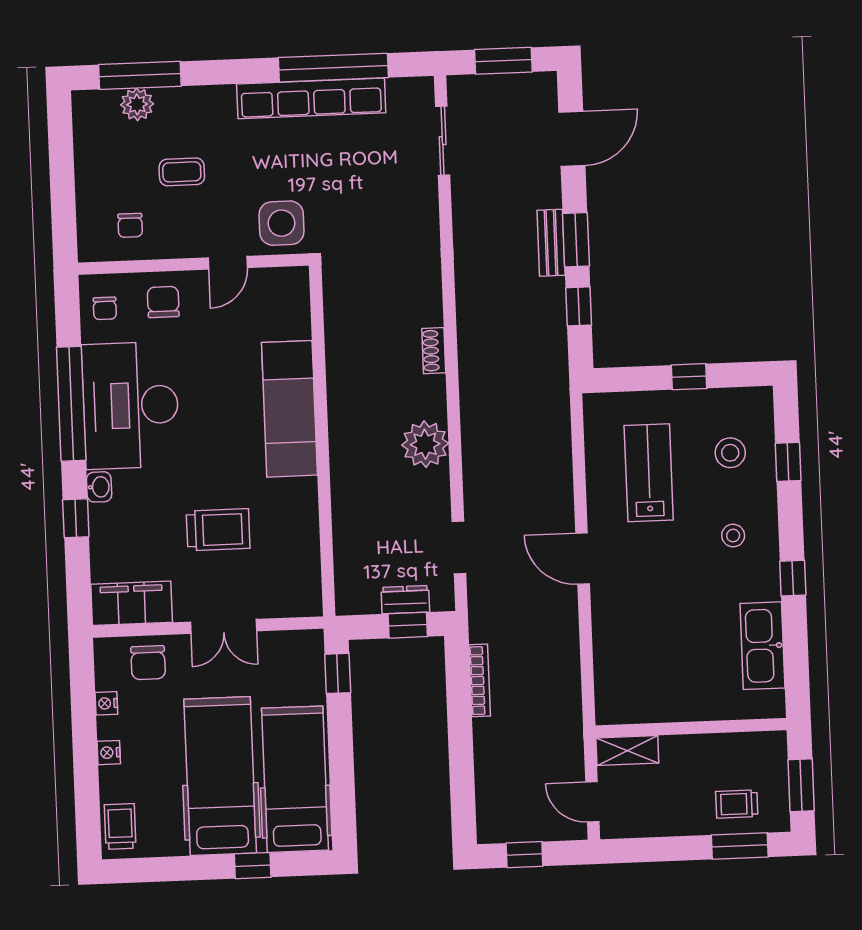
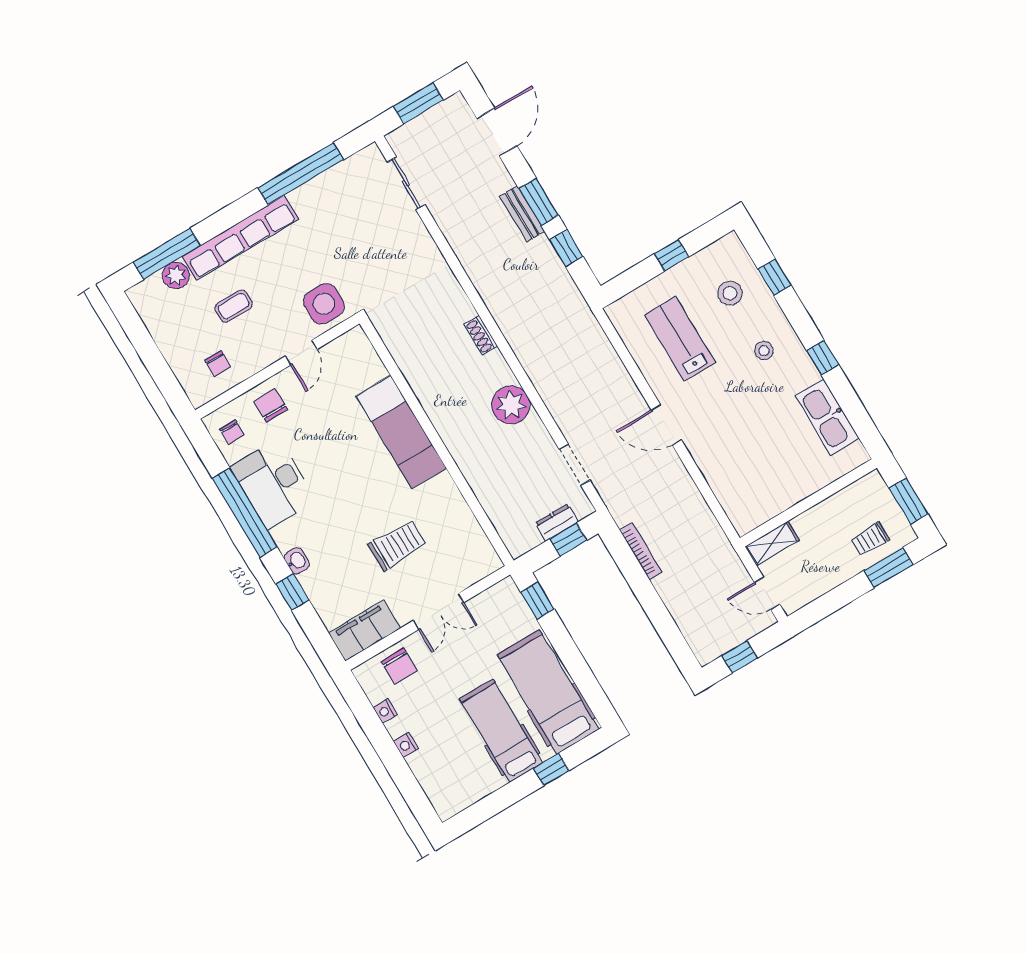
row of seats: (311, 98) -> (241, 238), moved
desk: (131, 405) -> (273, 484), width x0.73, depth x0.77
hospital bed: (220, 776) -> (501, 731), width x0.73, depth x0.78
trolley: (120, 826) -> (443, 793), removed

